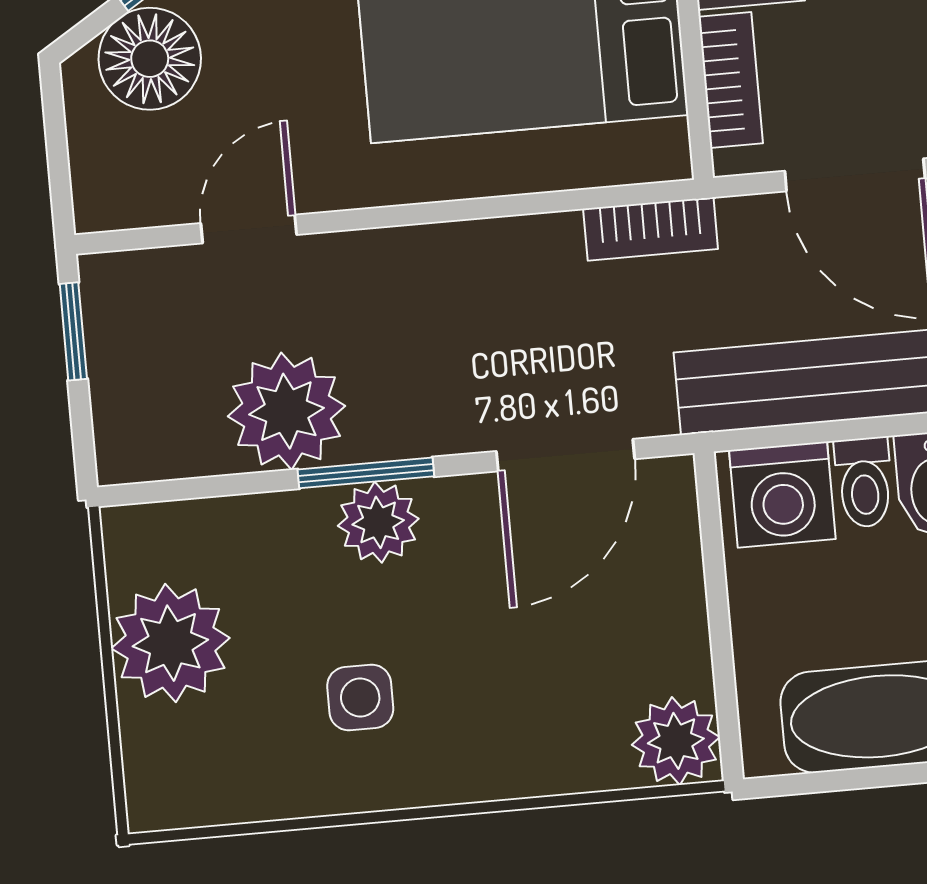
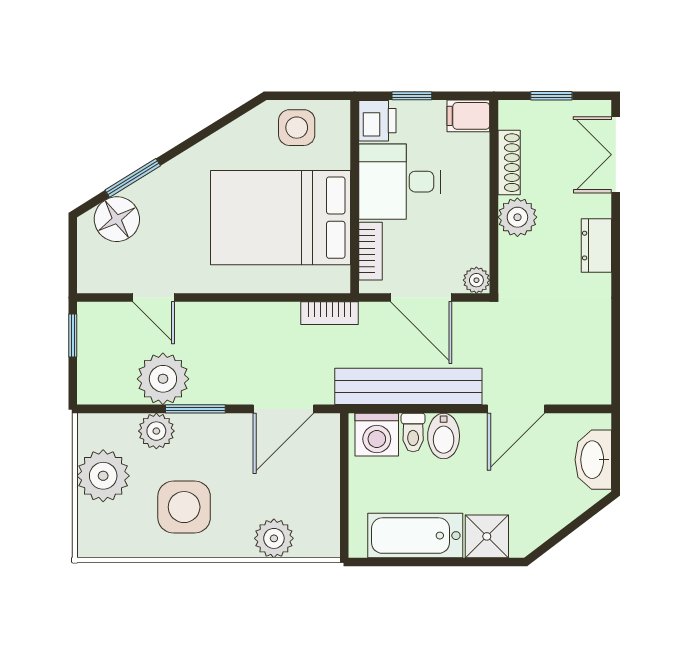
door: (249, 229) -> (154, 298), swing flipped
plant: (378, 522) -> (156, 431), moved
side table: (360, 698) -> (184, 507), width x1.87, depth x1.87
plant: (676, 741) -> (274, 538), moved

